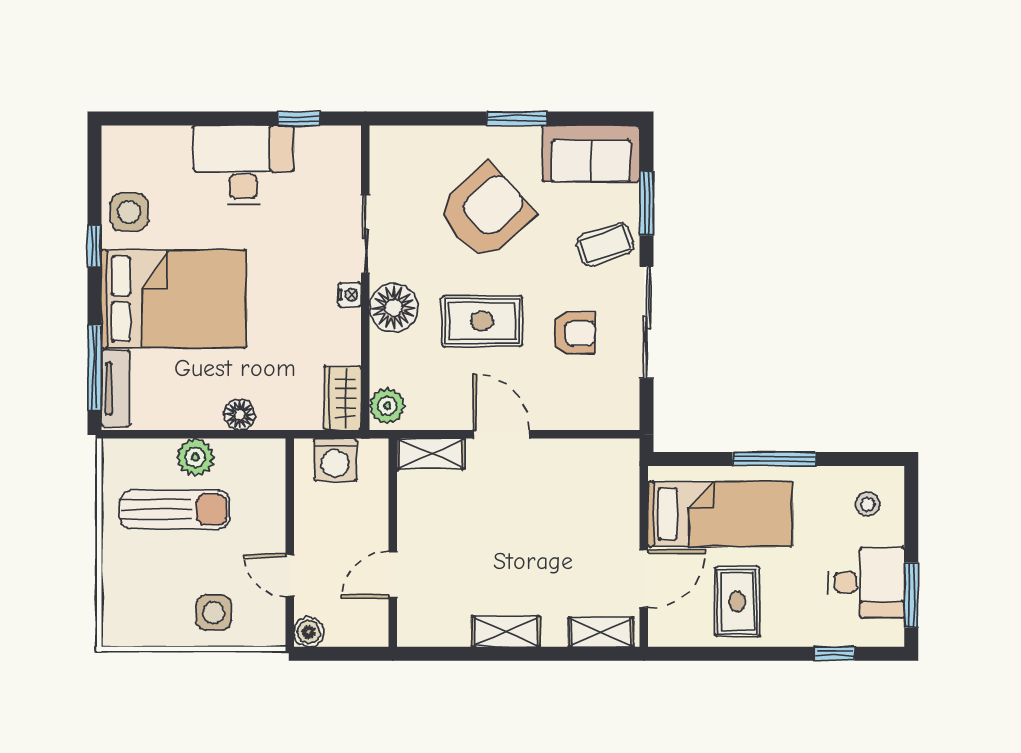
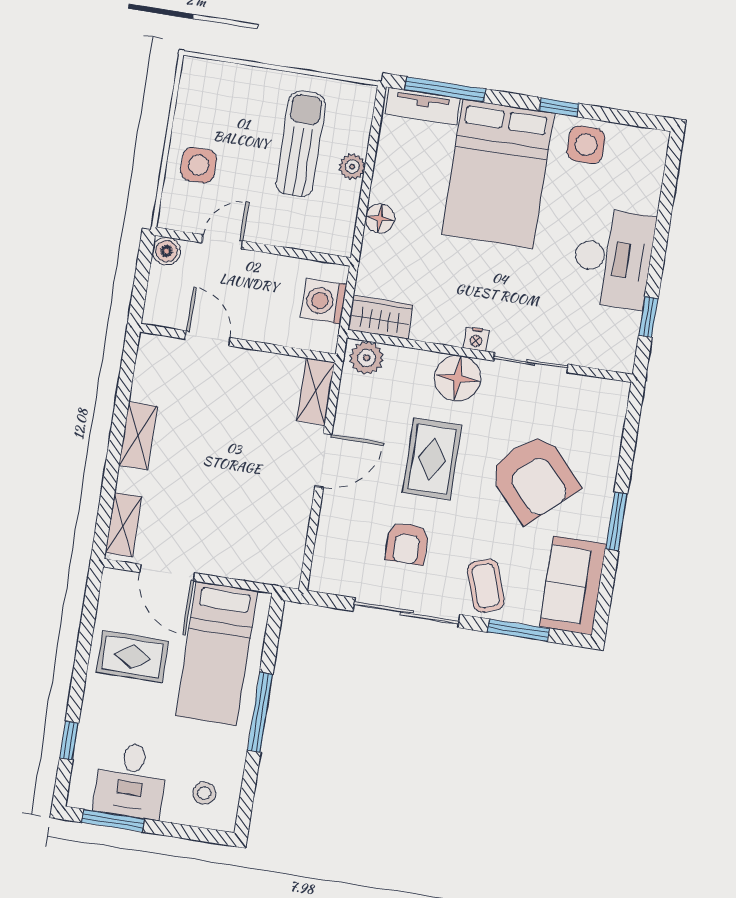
plant: (195, 457) -> (352, 167), width x0.73, depth x0.73
sun lounger: (175, 509) -> (301, 144), turned 180

